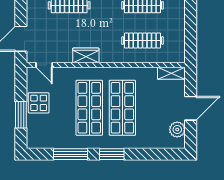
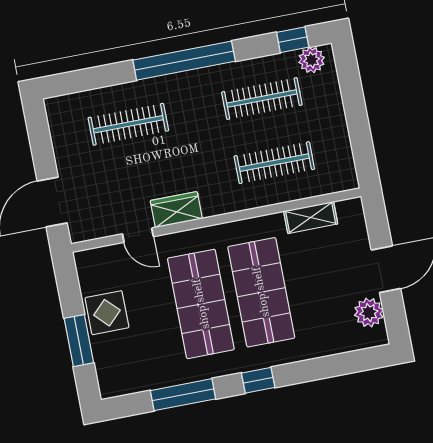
door: (44, 65) -> (138, 235), moved
shelving: (171, 73) -> (311, 217), moved
window: (112, 154) -> (258, 380), width x0.67

